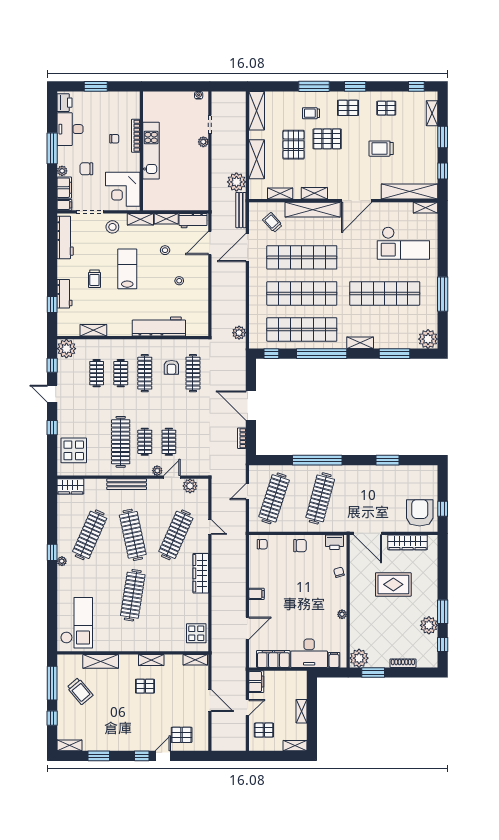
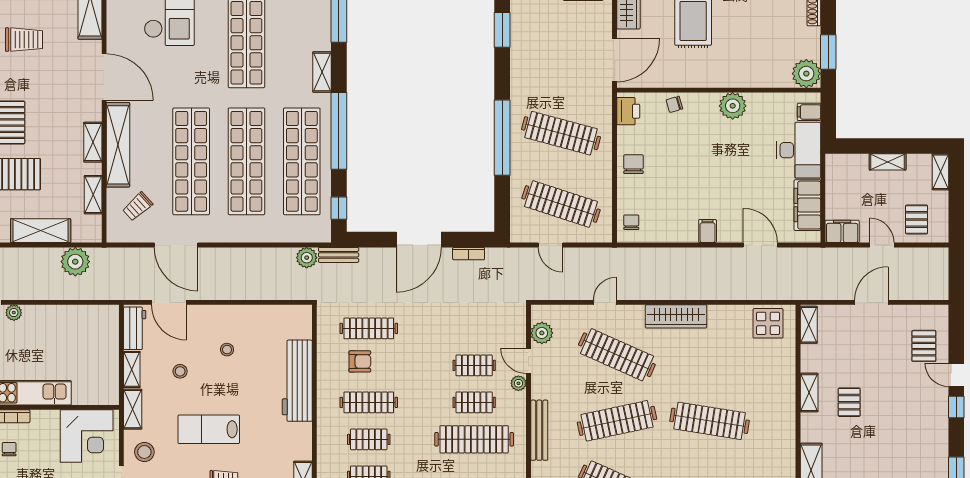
trolley: (381, 149) -> (24, 40), turned -90
bench: (241, 210) -> (339, 255), moved, width x0.73
plant: (342, 614) -> (733, 106), width x1.88, depth x1.88

